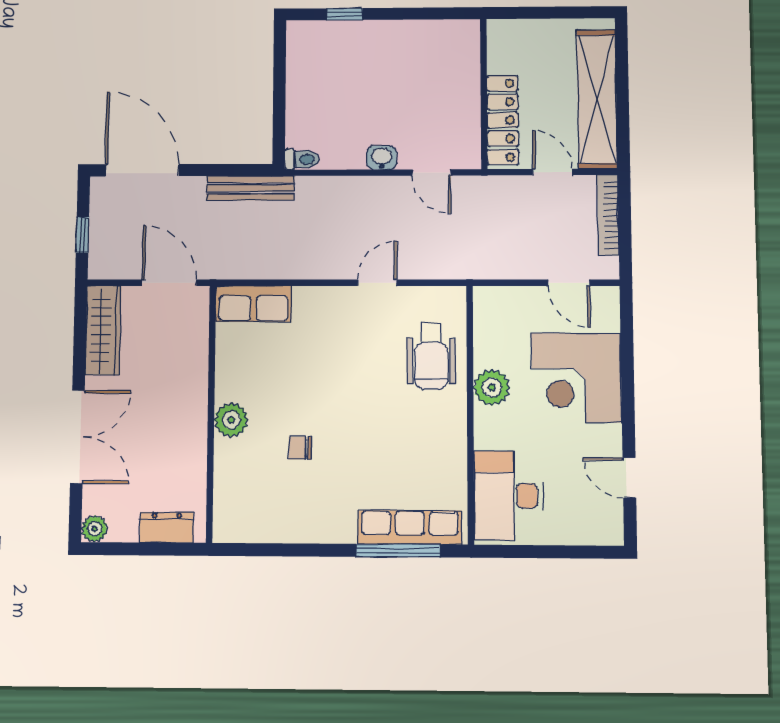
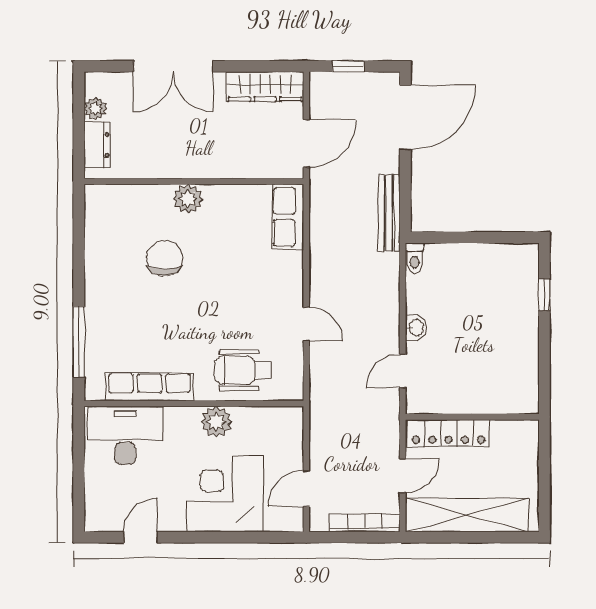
chair: (300, 448) -> (165, 258), width x1.87, depth x1.87
row of seats: (410, 527) -> (150, 387), moved, turned -90
plant: (95, 529) -> (95, 109), moved

